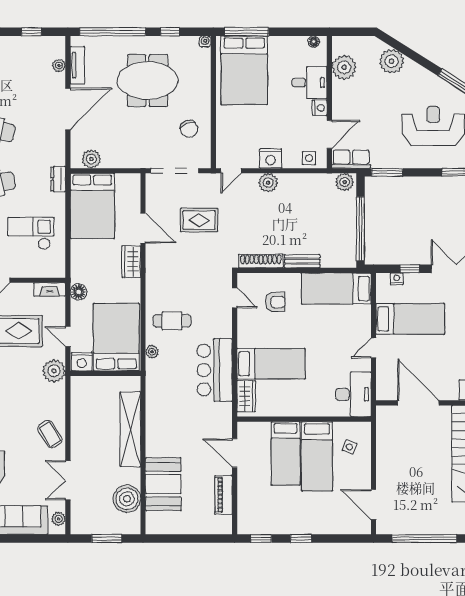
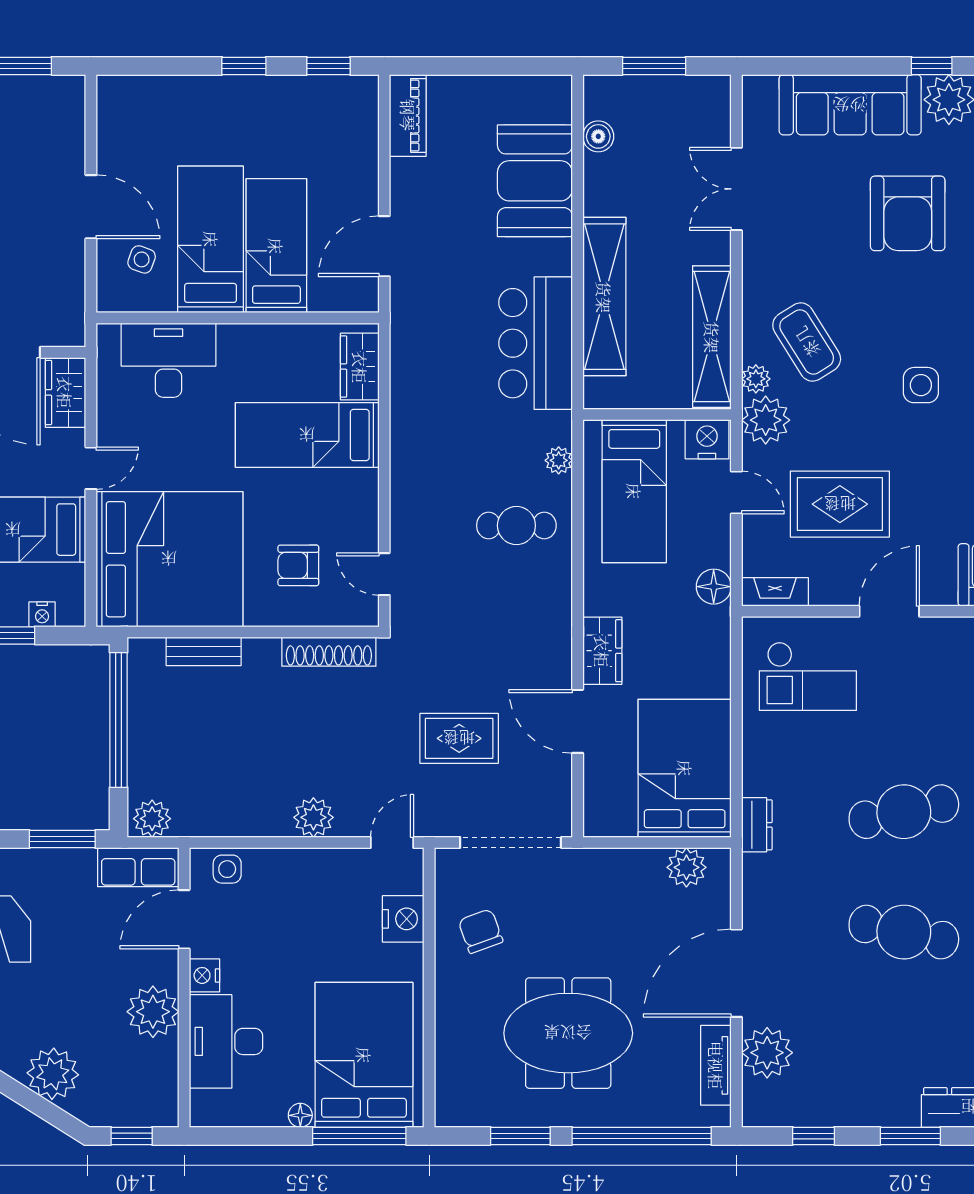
window: (170, 32) -> (520, 1136), width x1.50
window: (354, 32) -> (132, 1136), added
water cooler: (205, 42) -> (446, 1115), removed
floor lamp: (314, 42) -> (300, 1115), moved
plant: (59, 66) -> (767, 1053), width x1.88, depth x1.88
plant: (344, 67) -> (153, 1012), moved
desk: (310, 83) -> (226, 1041), width x1.37
nightstand: (271, 158) -> (403, 919), moved, turned 90
checkout: (31, 233) -> (808, 676), moved
bench: (302, 261) -> (204, 651), moved
bed: (336, 289) -> (169, 559), width x2.04
bed: (116, 337) -> (634, 491), width x0.67
bar counter: (215, 370) -> (536, 343), moved, turned 180
wardrobe: (386, 384) -> (65, 392), added
desk: (353, 394) -> (168, 360), moved, turned 90
shelving: (79, 410) -> (712, 337), added
coffee table: (50, 434) -> (807, 342), moved, width x1.36, depth x1.30
door: (235, 453) -> (384, 246), swing flipped
double door: (68, 480) -> (736, 189), swing flipped
piano: (223, 495) -> (408, 115), moved
boiler: (127, 499) -> (598, 136), width x0.54, depth x0.54
door: (374, 504) -> (91, 207), moved
plant: (59, 519) -> (756, 379), moved

